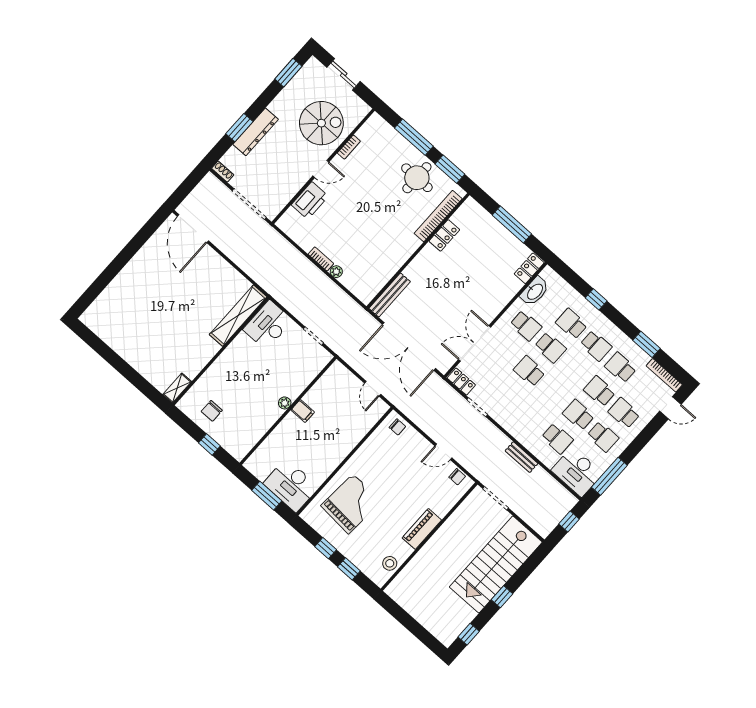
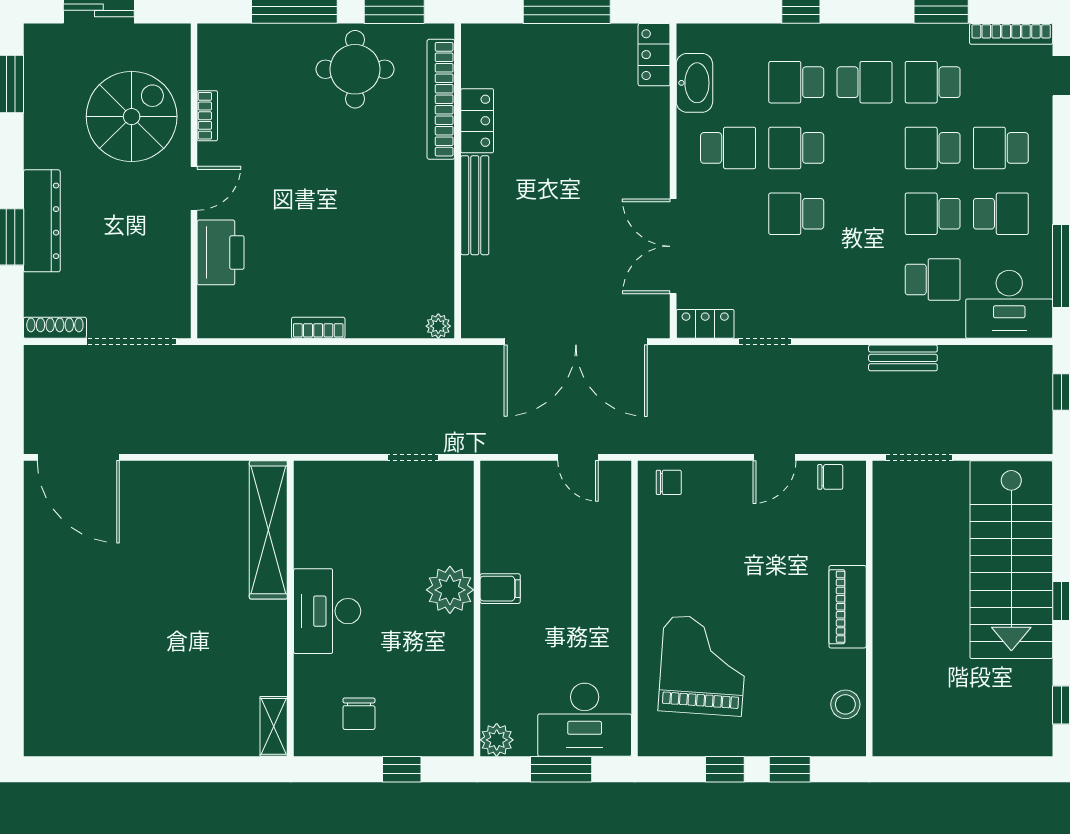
shoe rack: (223, 172) -> (55, 328), width x1.43
plant: (336, 272) -> (438, 326), moved
bench: (390, 295) -> (475, 205), moved
desk: (268, 325) -> (327, 611), moved
school desk: (550, 347) -> (796, 148), turned 180
plant: (285, 403) -> (450, 590), width x1.87, depth x1.87
plant: (253, 464) -> (497, 740), added

